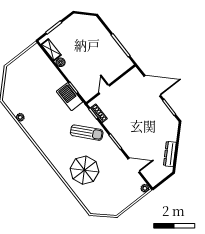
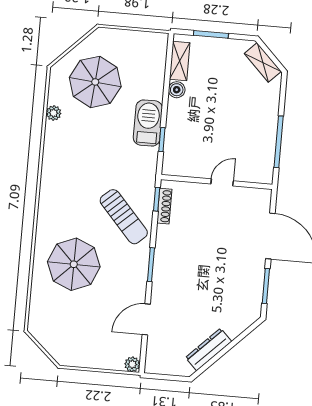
shelving: (85, 19) -> (263, 62), added
parasol: (25, 89) -> (95, 82), added
door: (104, 89) -> (222, 182), moved
barbecue: (70, 97) -> (148, 123), moved
door: (134, 165) -> (146, 319), swing flipped

